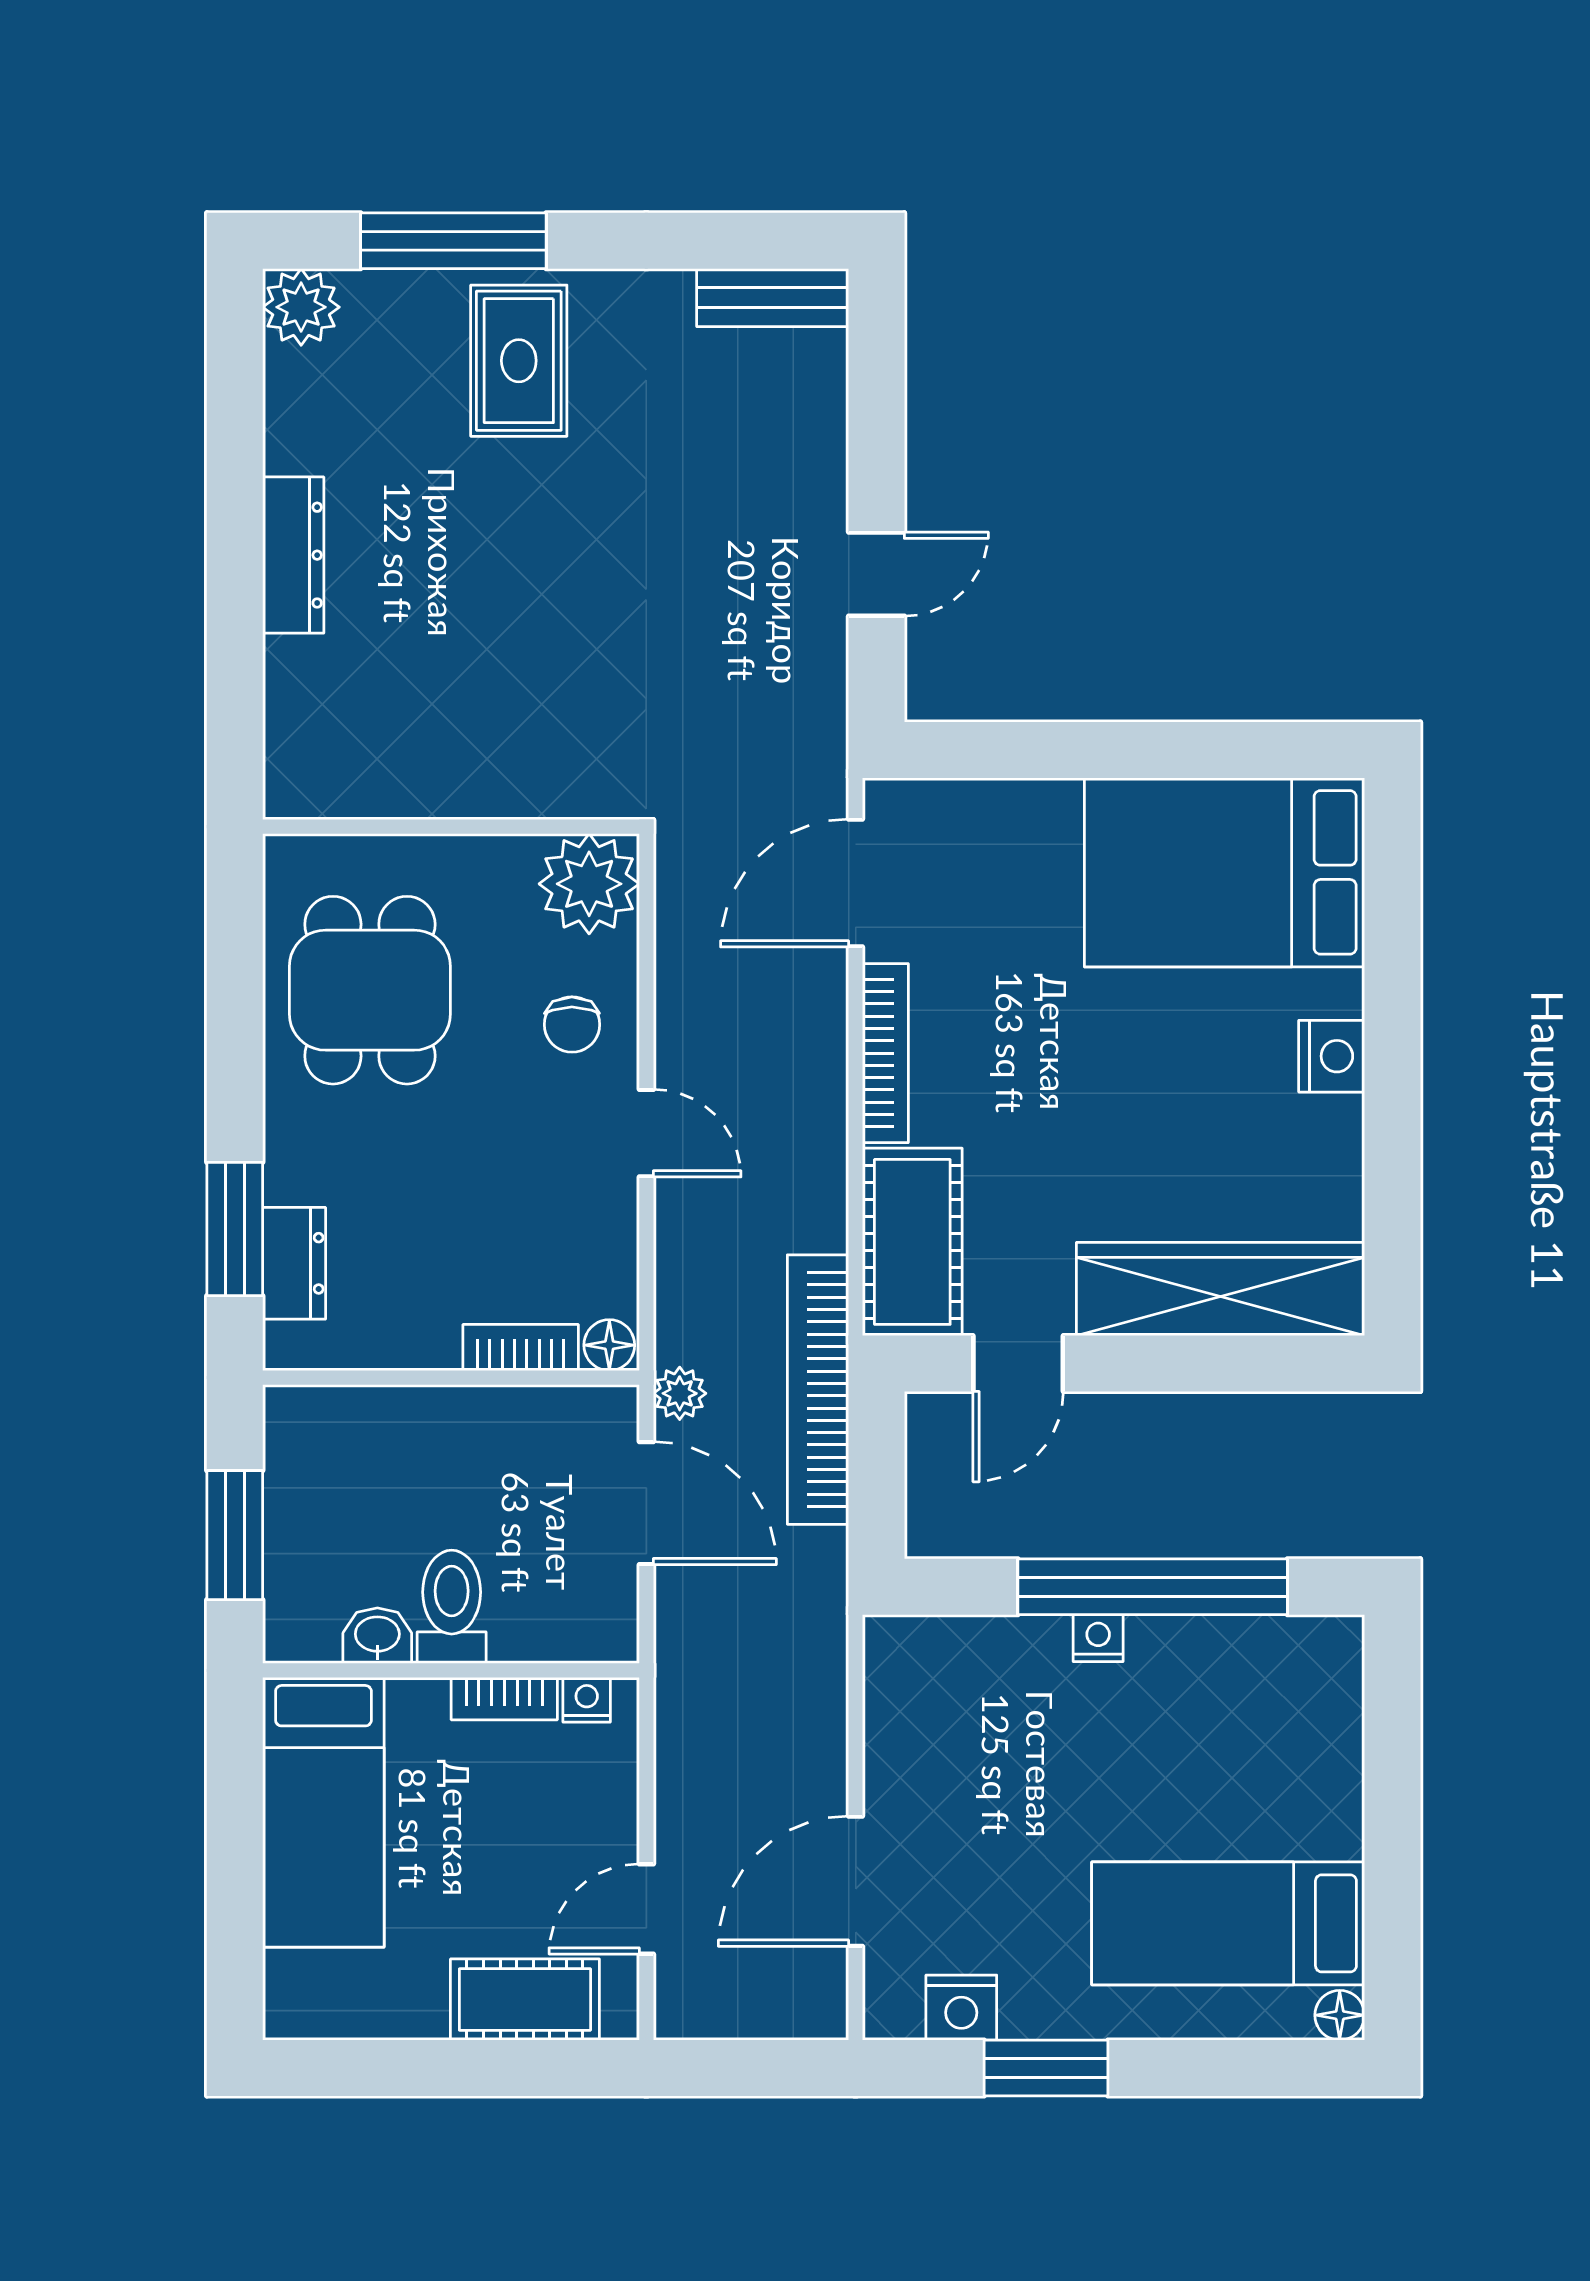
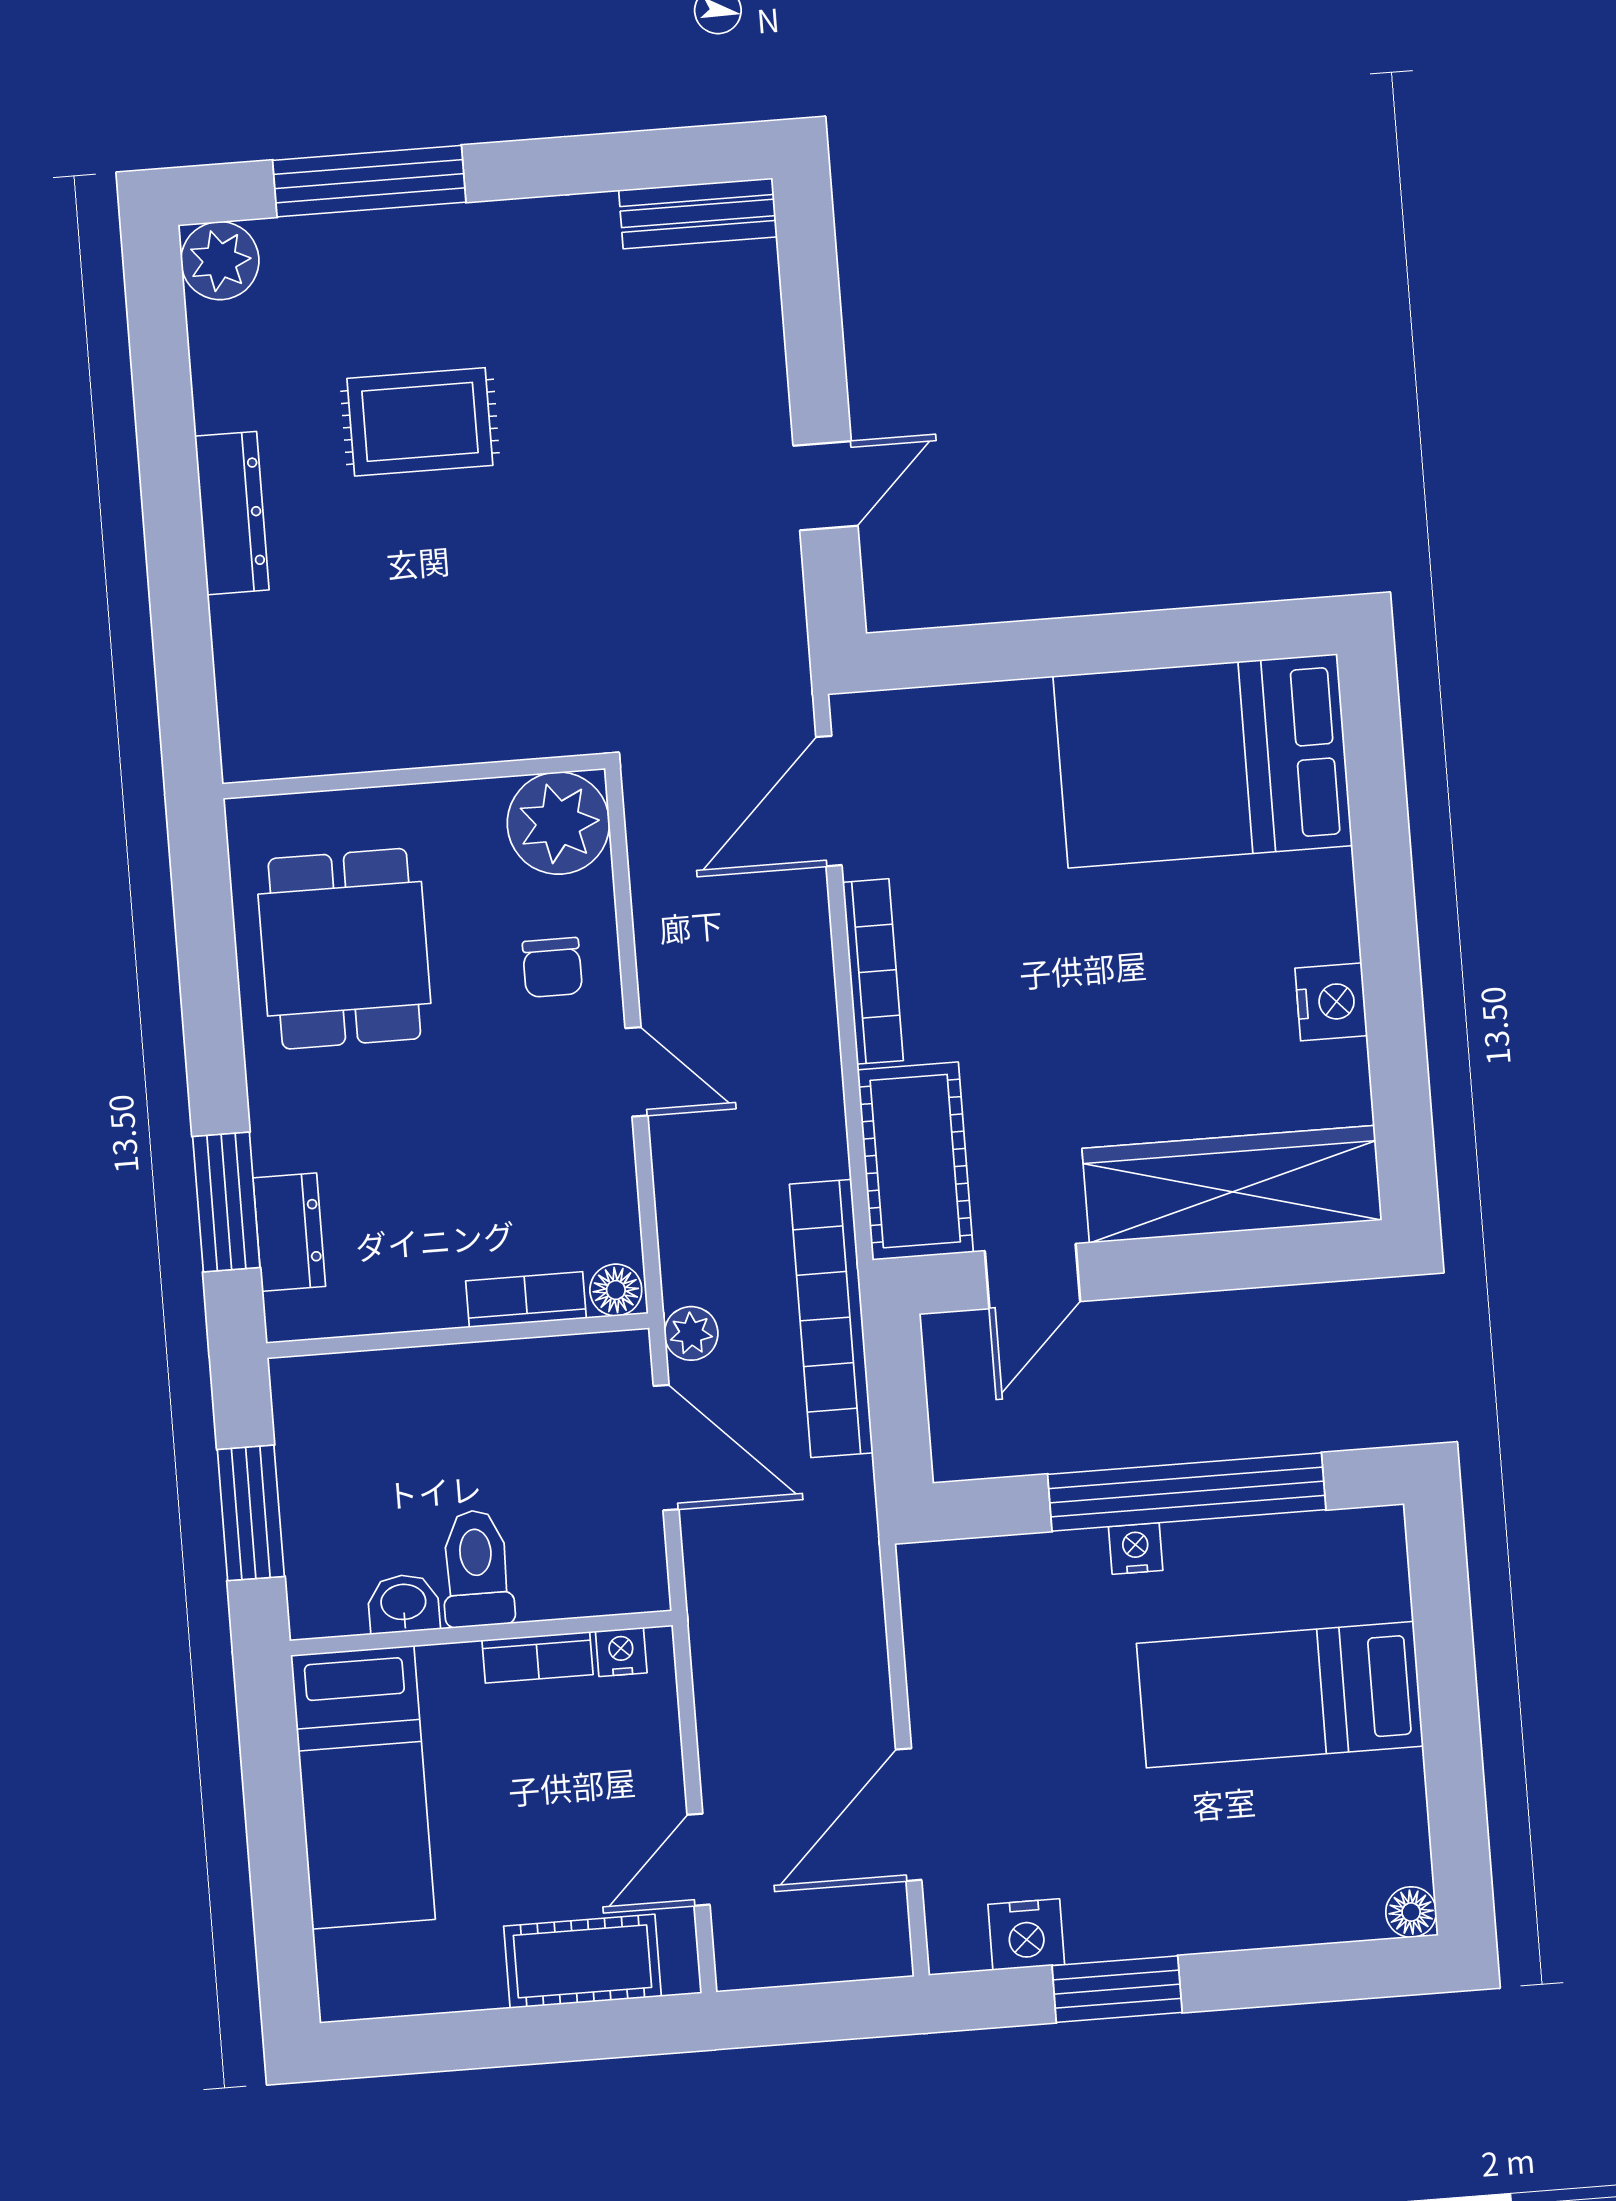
rug: (519, 361) -> (420, 422), moved, turned 90
nightstand: (1332, 1056) -> (1331, 1002), moved
bed: (1228, 1923) -> (1280, 1695), moved

